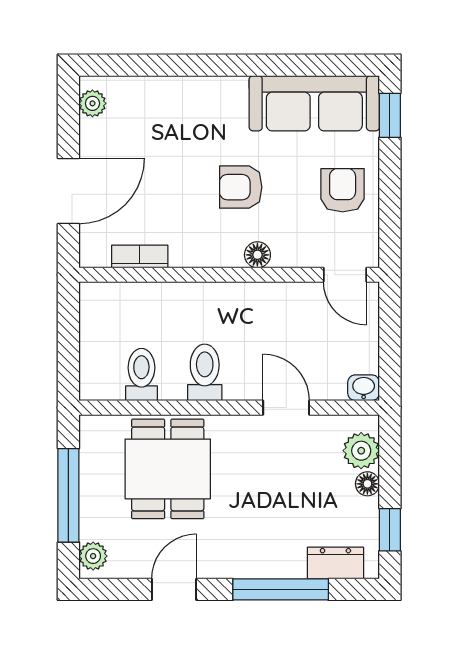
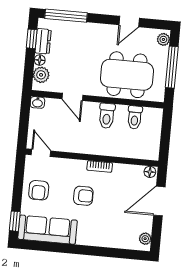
floor lamp: (257, 255) -> (150, 172), moved
bookcase: (140, 256) -> (100, 166), moved
dining table: (168, 469) -> (127, 75), width x1.38
dresser: (335, 563) -> (43, 41), moved, turned -90
window: (281, 589) -> (66, 16), moved

